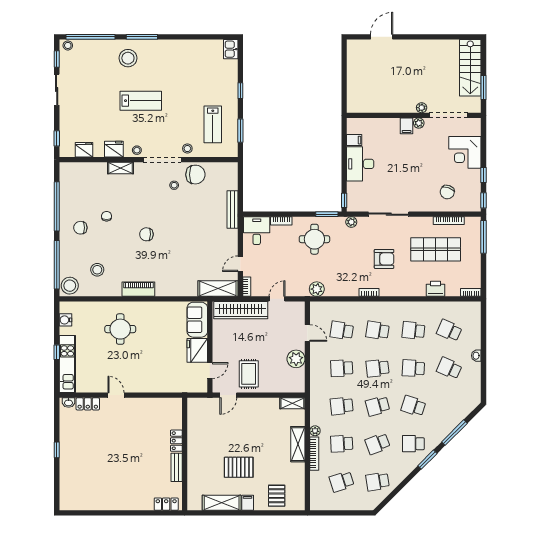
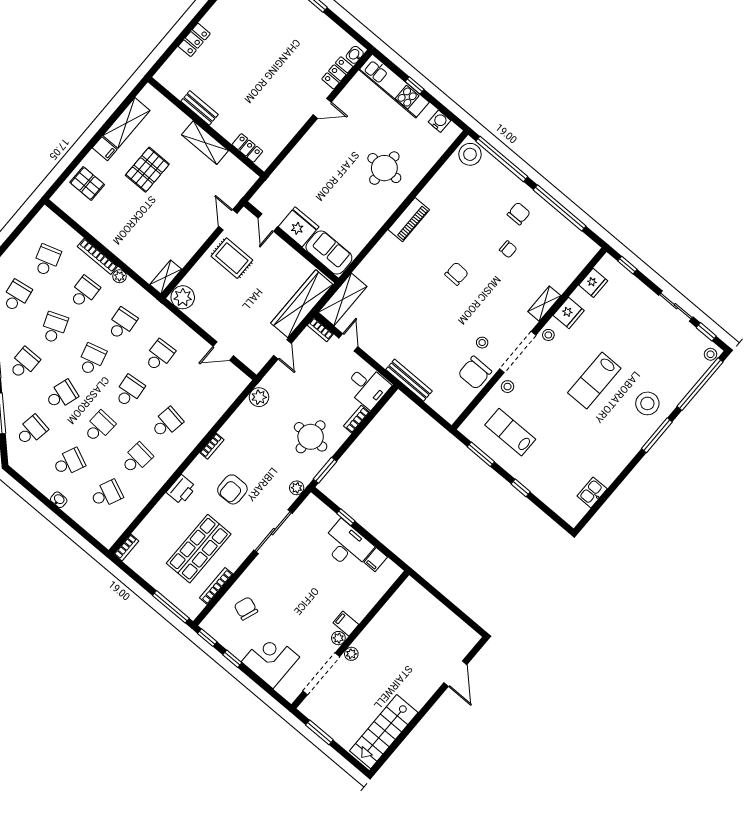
kitchen sink: (231, 49) -> (592, 492), moved, turned -90
stairs: (470, 68) -> (384, 732), moved, turned -90
window: (344, 200) -> (346, 517), moved
stool: (97, 270) -> (463, 195), removed
printer: (435, 289) -> (181, 490), moved
school desk: (342, 330) -> (31, 431), moved
plant: (296, 359) -> (183, 297), moved
locker: (176, 441) -> (247, 148), moved
shelving: (298, 444) -> (205, 143), moved
locker: (166, 504) -> (194, 40), moved

